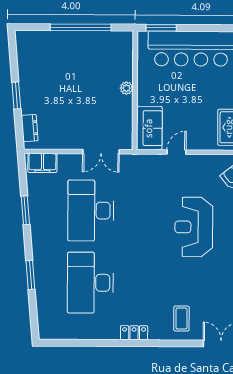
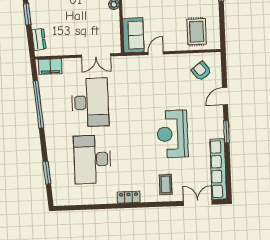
window: (25, 210) -> (38, 104), width x2.11
desk: (91, 211) -> (90, 102), turned 180
reception desk: (194, 227) -> (172, 134), moved
window: (30, 275) -> (47, 173), moved

